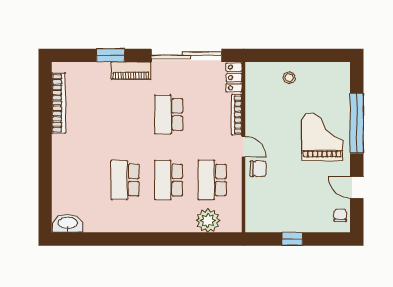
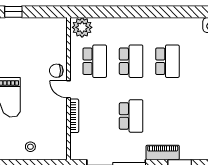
locker: (234, 77) -> (76, 147), removed
plant: (208, 220) -> (82, 27), moved
window: (292, 239) -> (13, 12), moved

